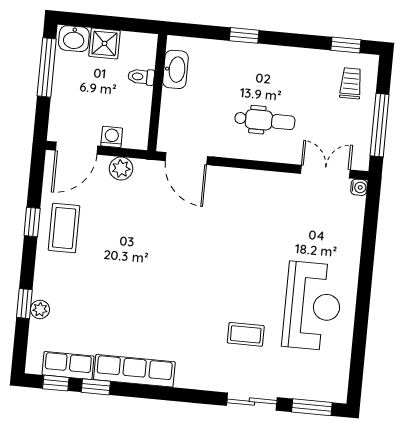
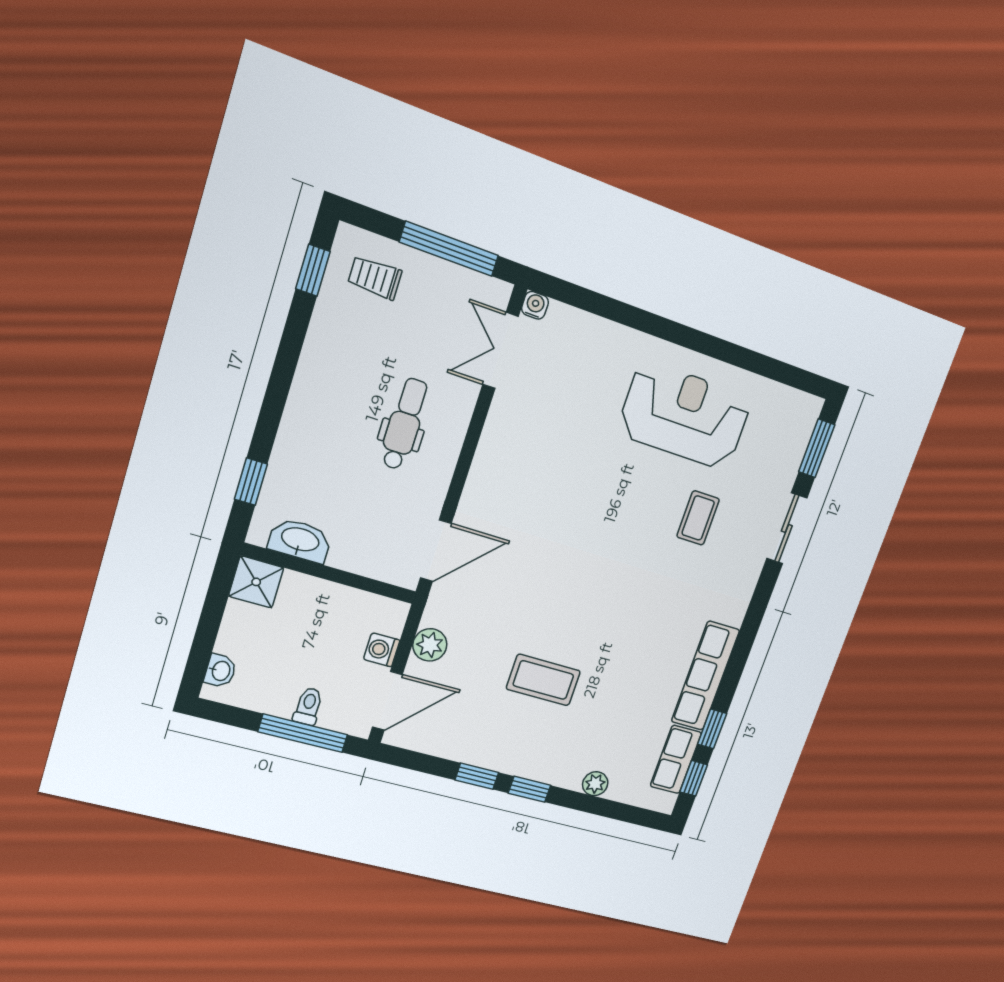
window: (244, 35) -> (251, 482), moved
washbasin: (74, 39) -> (220, 671), width x0.72, depth x0.69
shower: (105, 43) -> (256, 582), moved
window: (47, 67) -> (303, 733), moved
toilet: (141, 77) -> (308, 706), moved, turned 180
door: (77, 148) -> (387, 701), hinge flipped
coffee table: (64, 228) -> (543, 680), moved
window: (24, 304) -> (529, 789), moved

